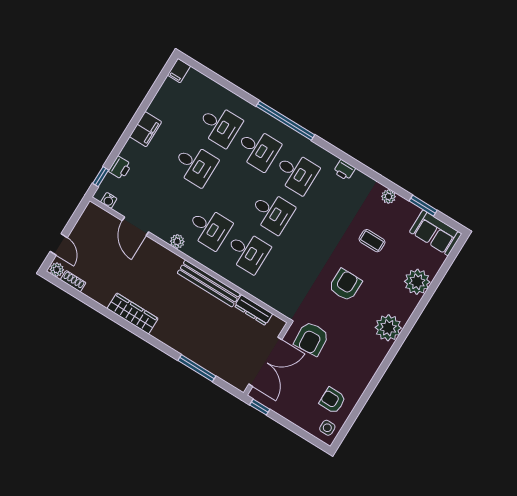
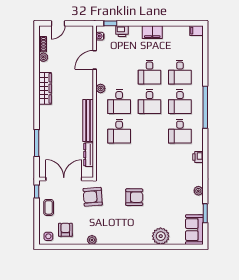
desk: (272, 212) -> (150, 102), moved
coffee table: (372, 241) -> (49, 207), moved
plant: (57, 270) -> (43, 57), moved
plant: (388, 328) -> (92, 240), moved, width x0.53, depth x0.53
double door: (265, 362) -> (64, 179), swing flipped

